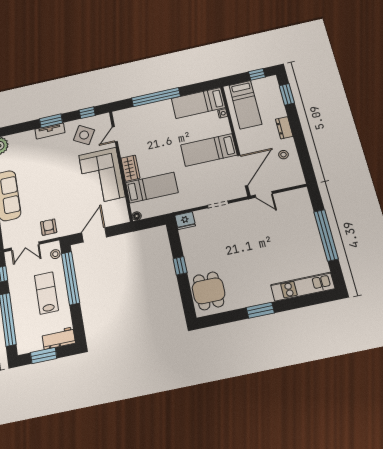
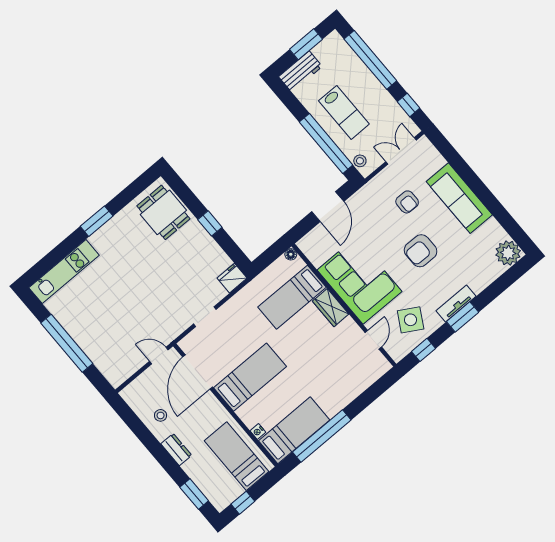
window: (156, 97) -> (322, 436), moved
armchair: (52, 175) -> (421, 251), added
armchair: (49, 227) -> (407, 202), moved

